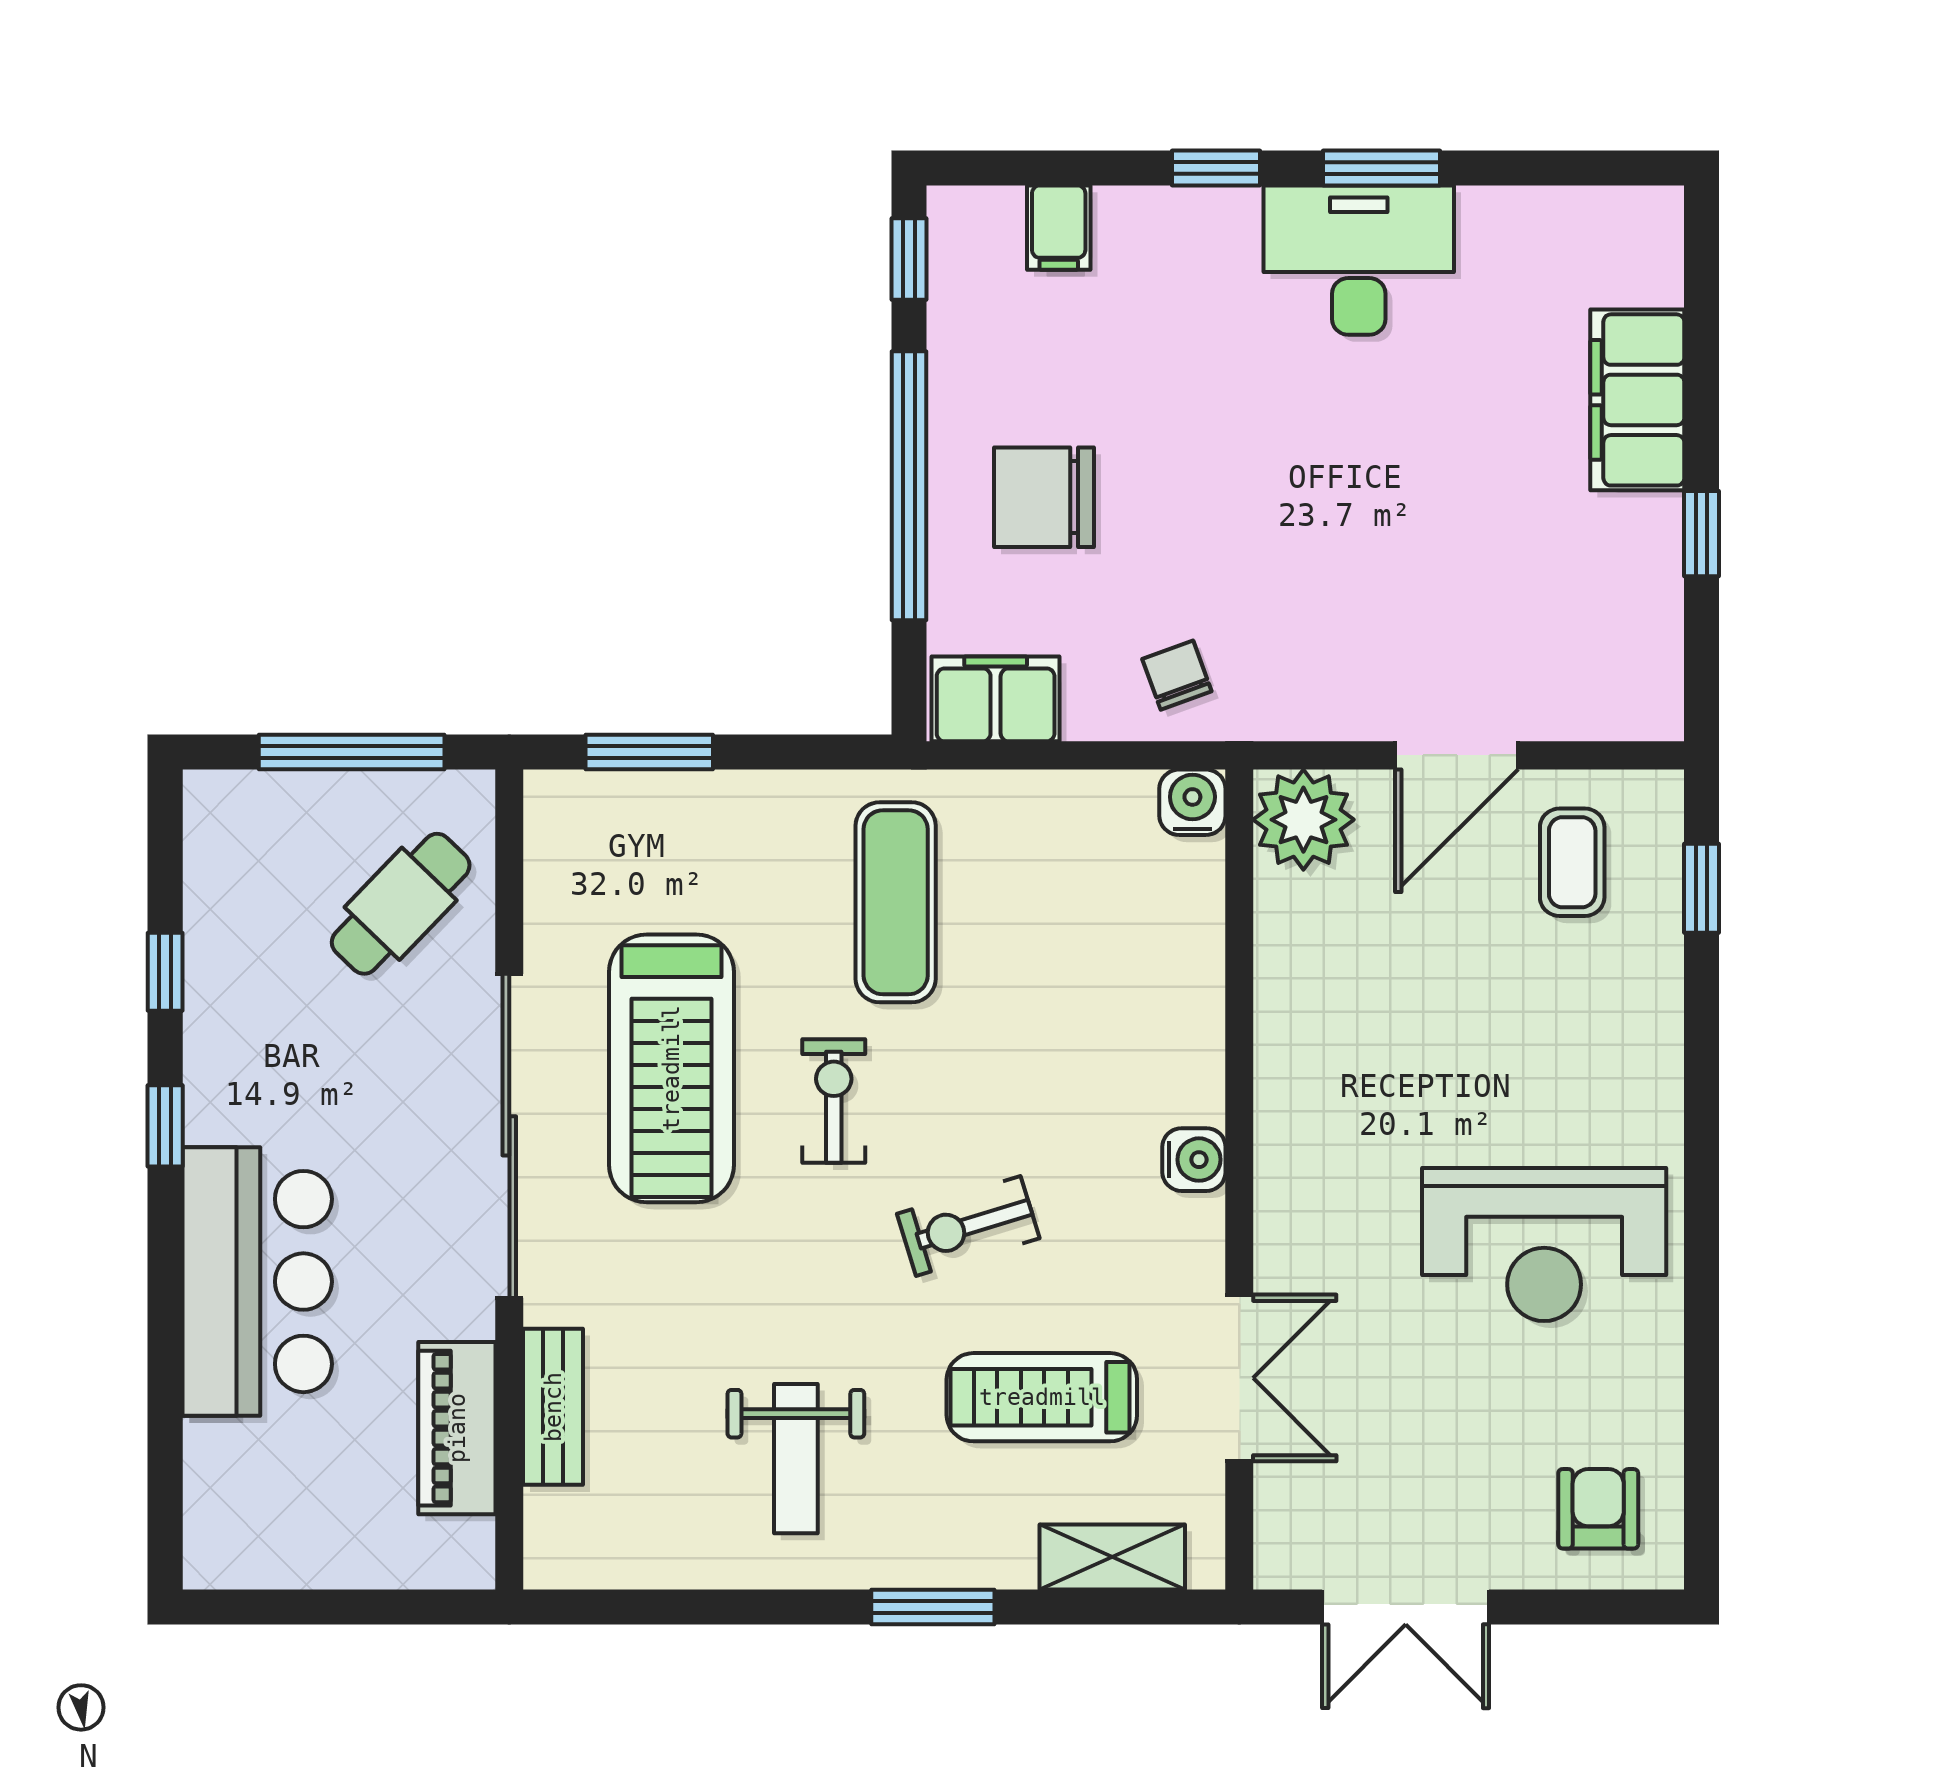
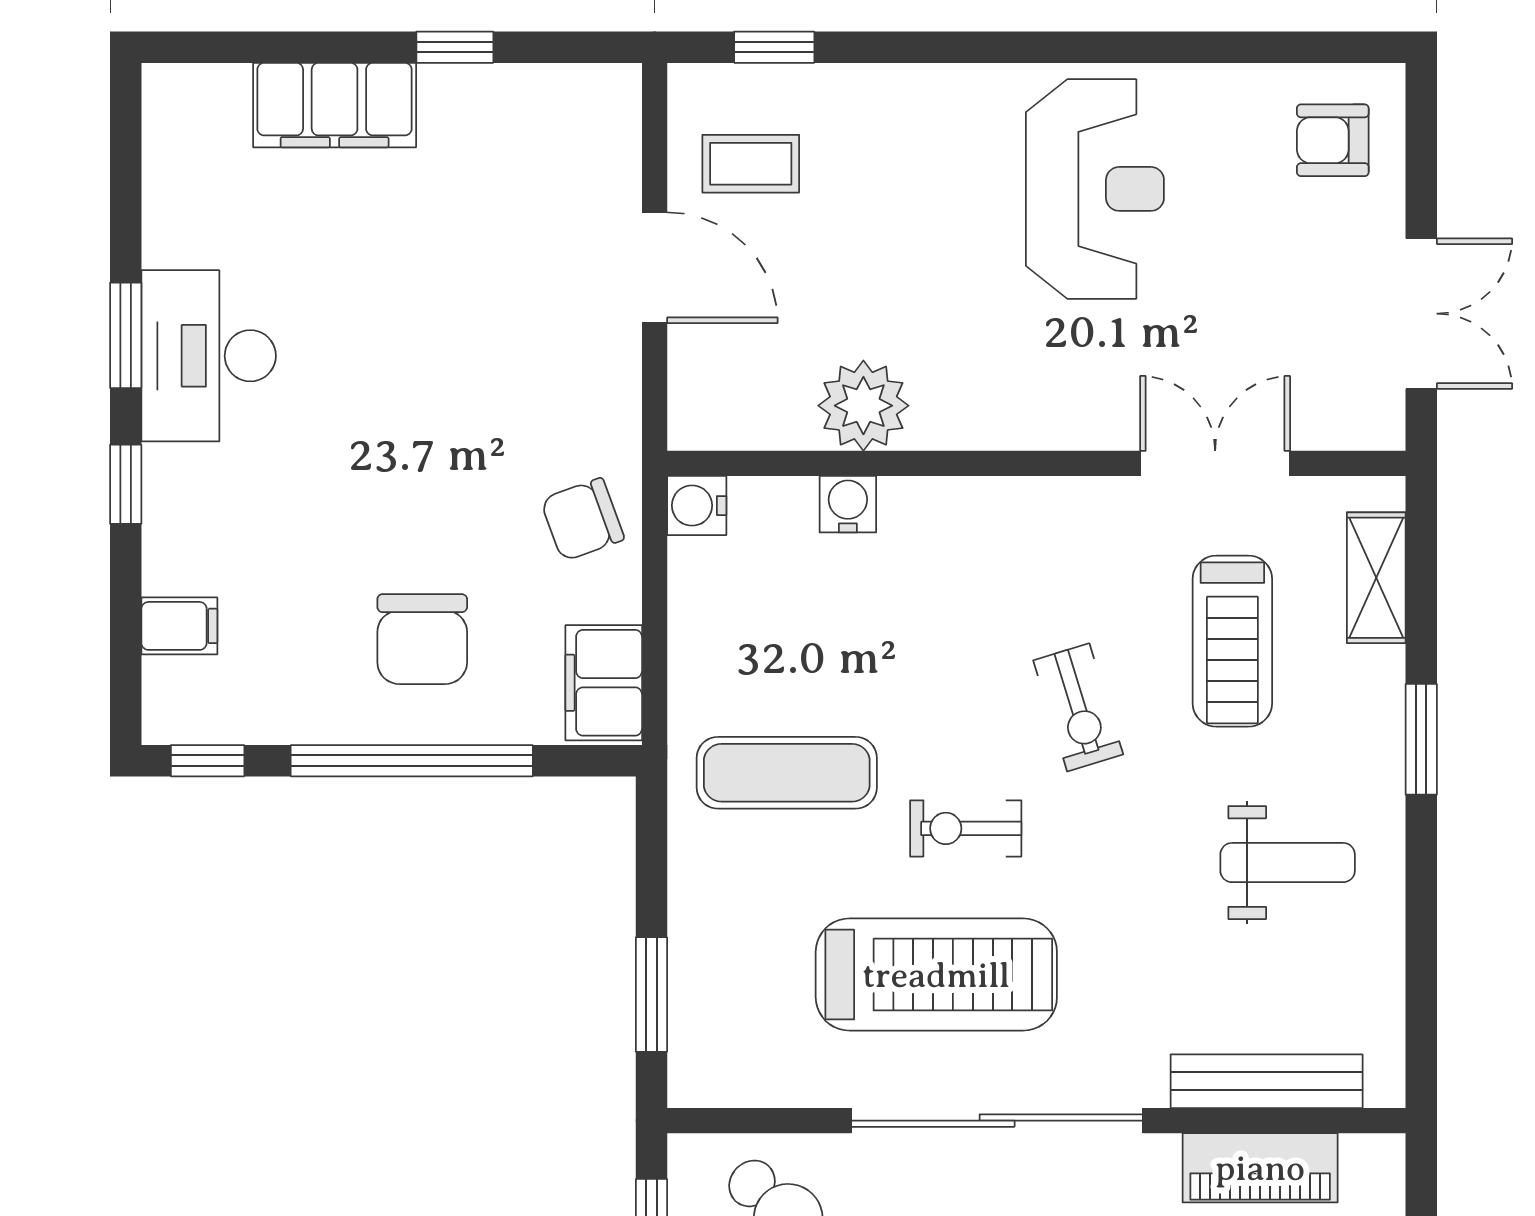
chair: (1177, 675) -> (582, 520), width x1.37, depth x1.37
plant: (1303, 820) -> (863, 406), moved
water cooler: (1194, 1160) -> (848, 504), moved
bench: (553, 1407) -> (1267, 1081), width x1.36

